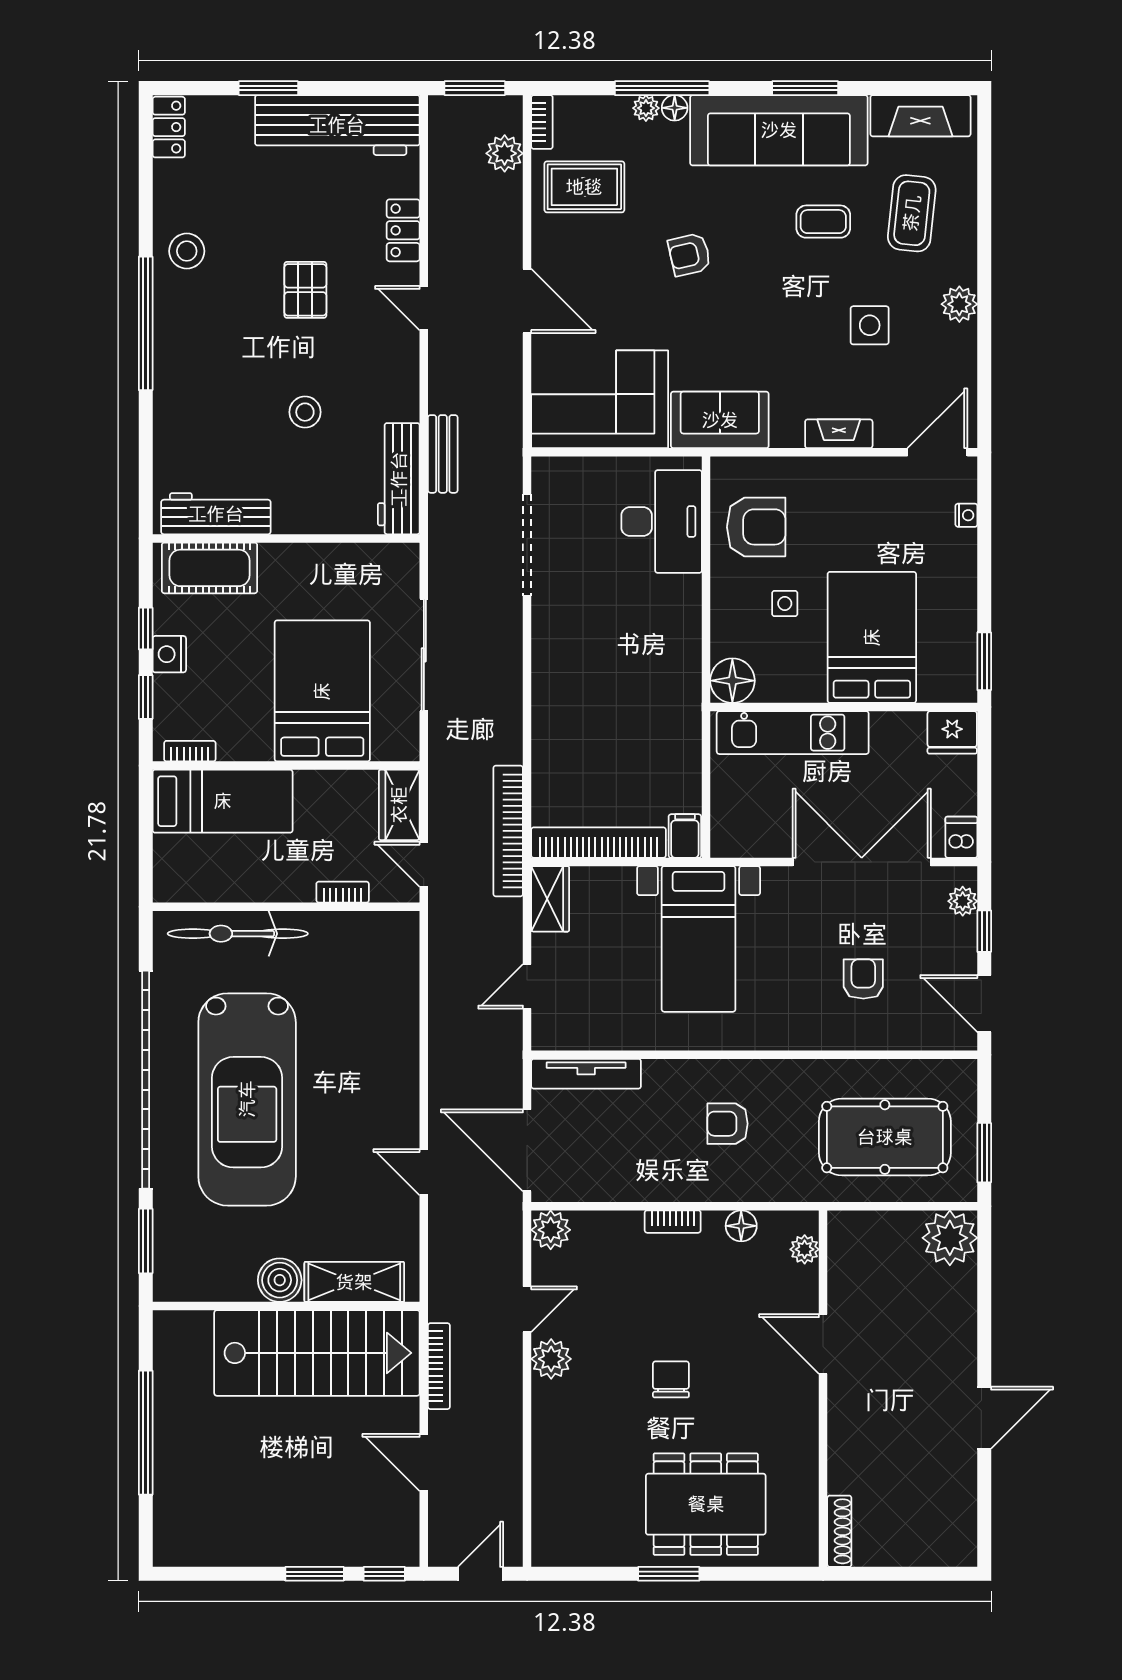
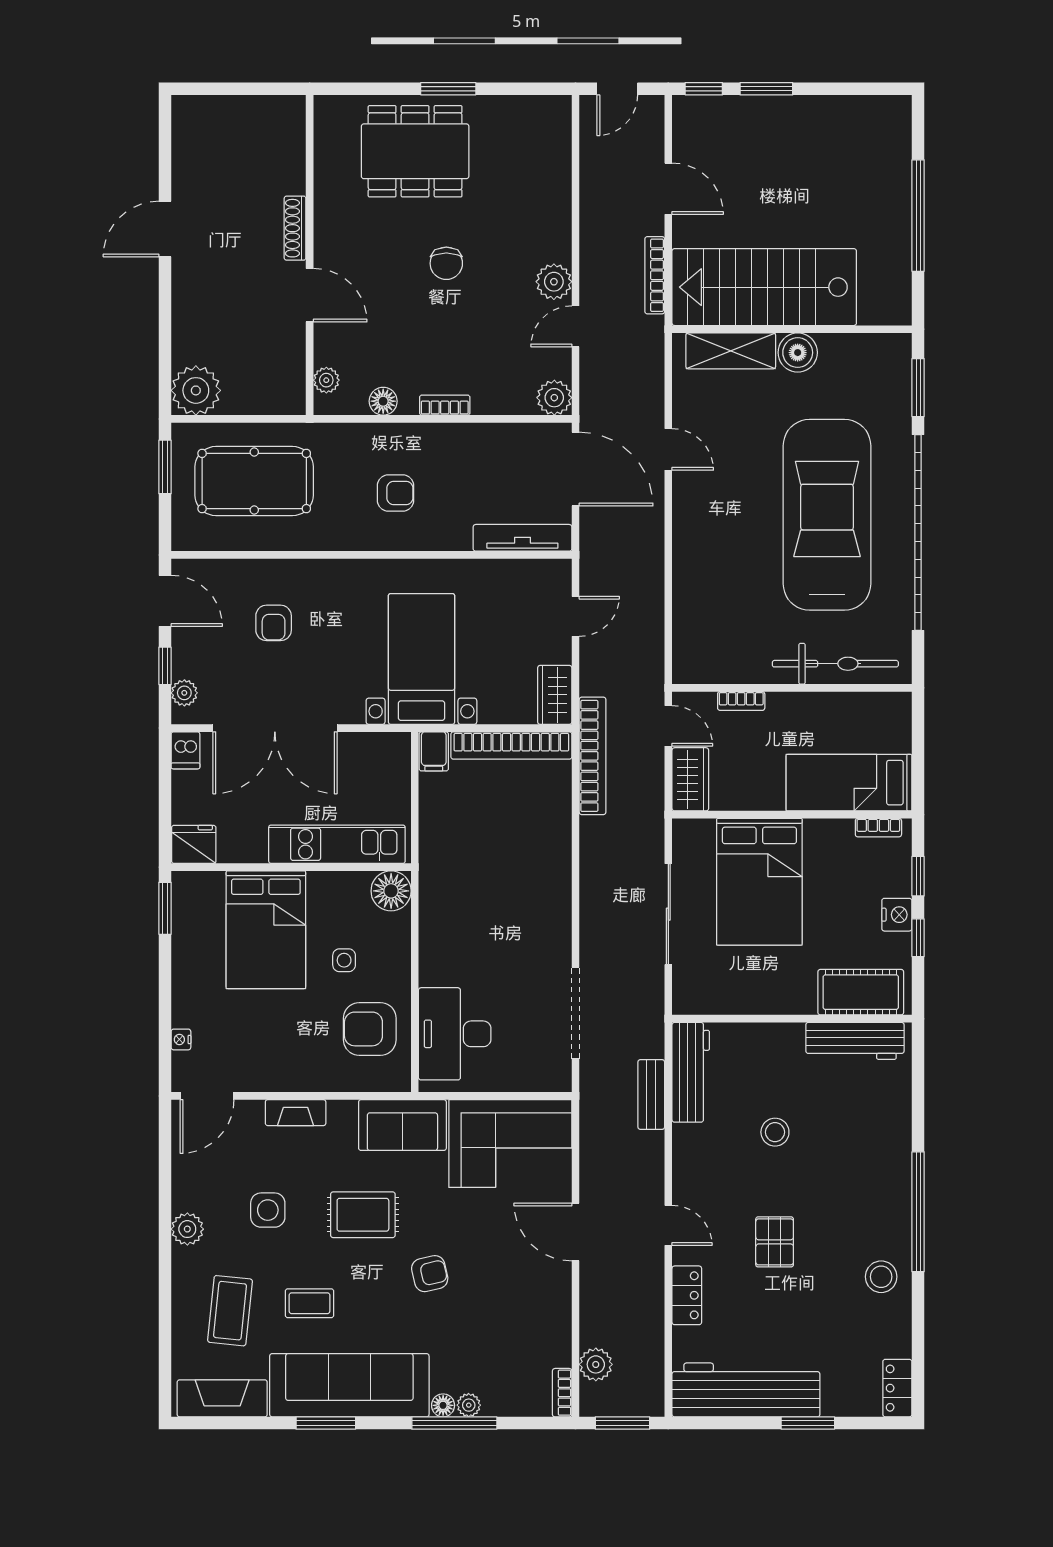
rug: (584, 187) -> (363, 1215), moved
shoe rack: (839, 1531) -> (295, 228), moved

